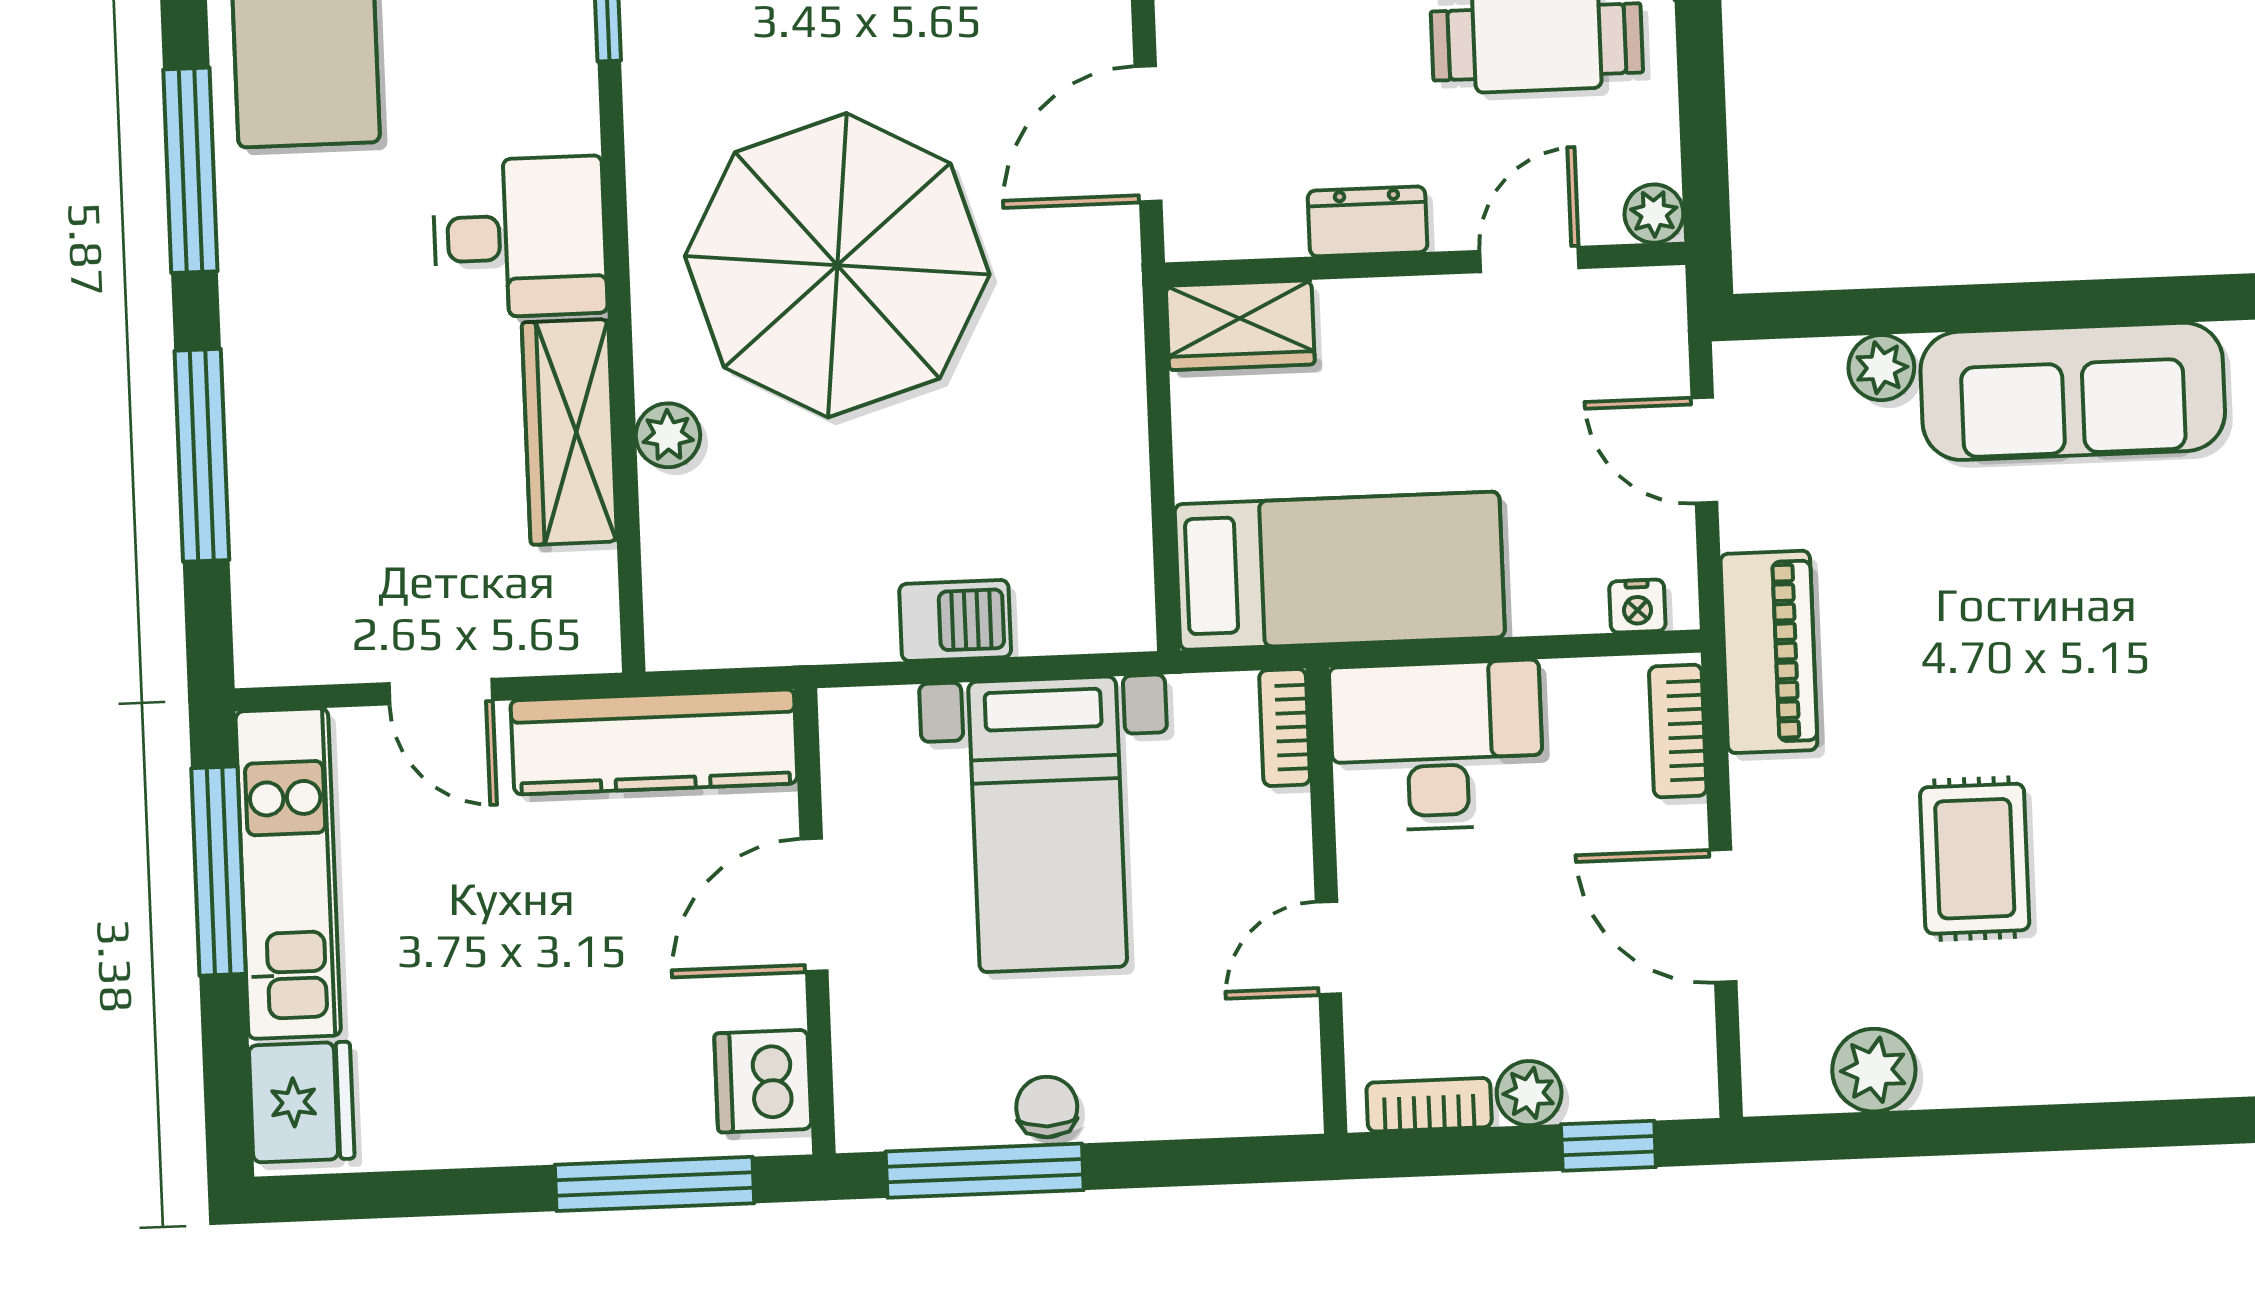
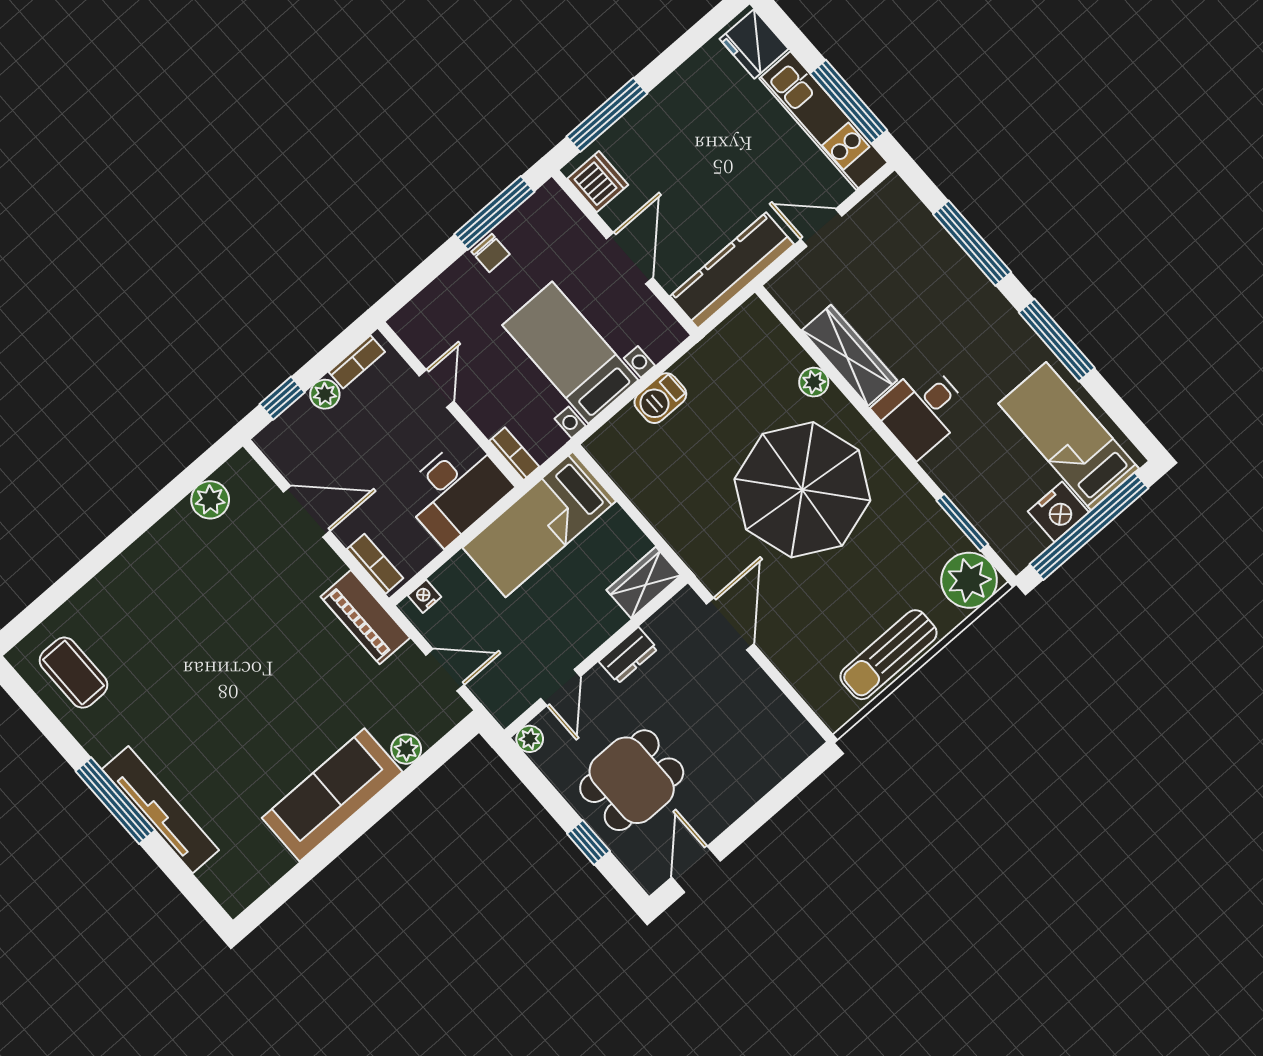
rug: (1975, 859) -> (234, 603), removed

